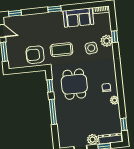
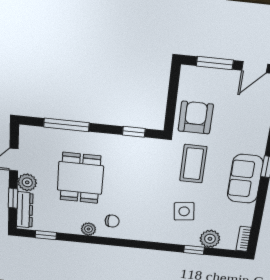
sofa: (78, 18) -> (245, 179), moved
plant: (107, 41) -> (210, 239), moved
dining table: (74, 84) -> (80, 178), moved, turned 90
window: (53, 112) -> (66, 125), moved

